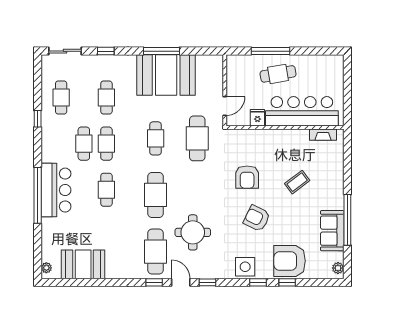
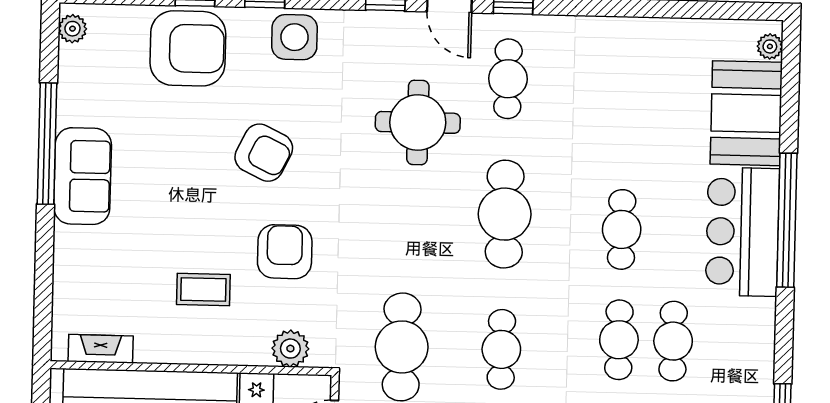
plant: (244, 137) -> (290, 349), added
coffee table: (297, 182) -> (203, 290), moved, turned 37
sofa: (332, 231) -> (83, 176), moved
cafe table: (156, 252) -> (508, 79), width x0.73, depth x0.74
booth: (83, 264) -> (746, 113), moved, turned 90

